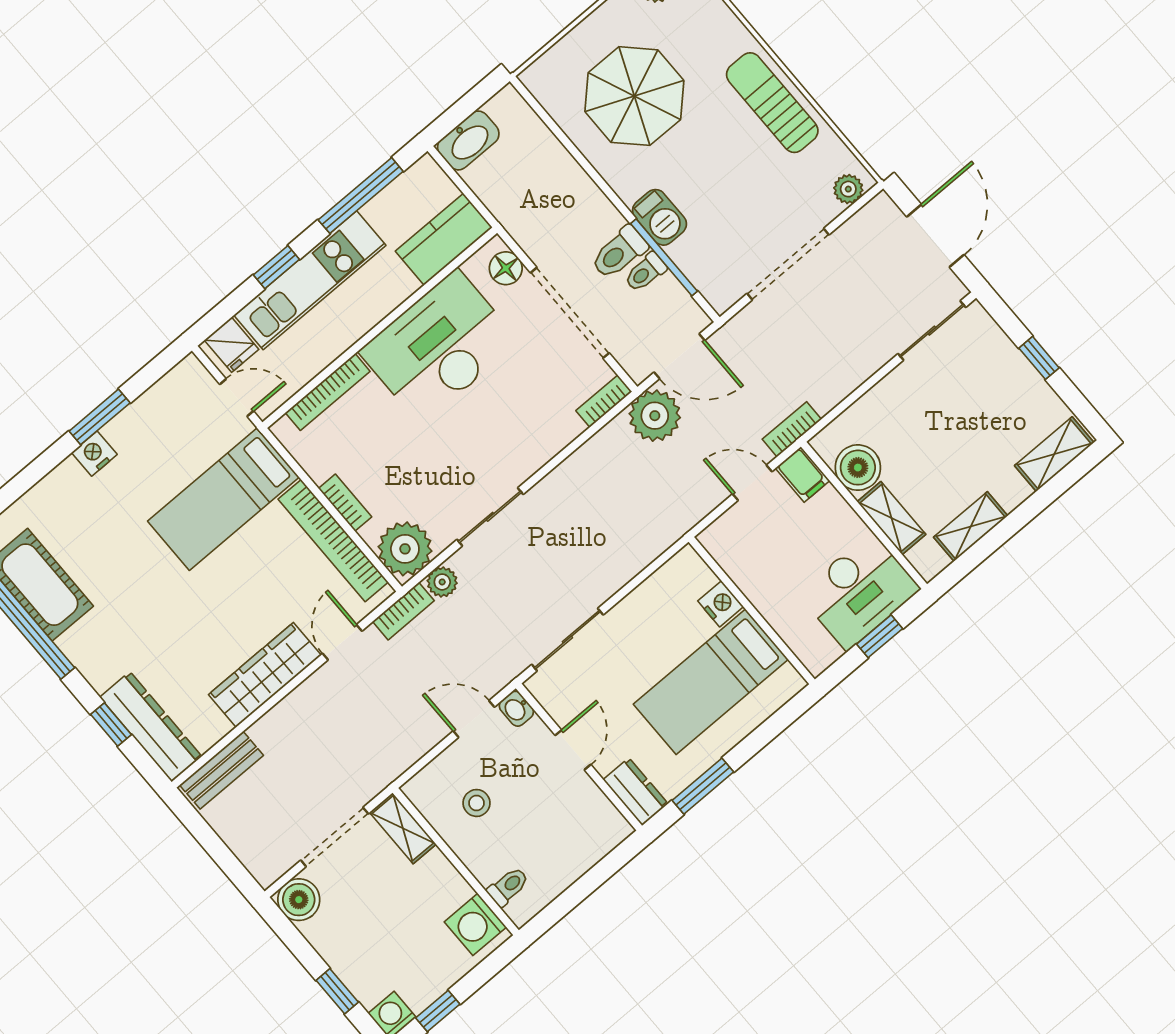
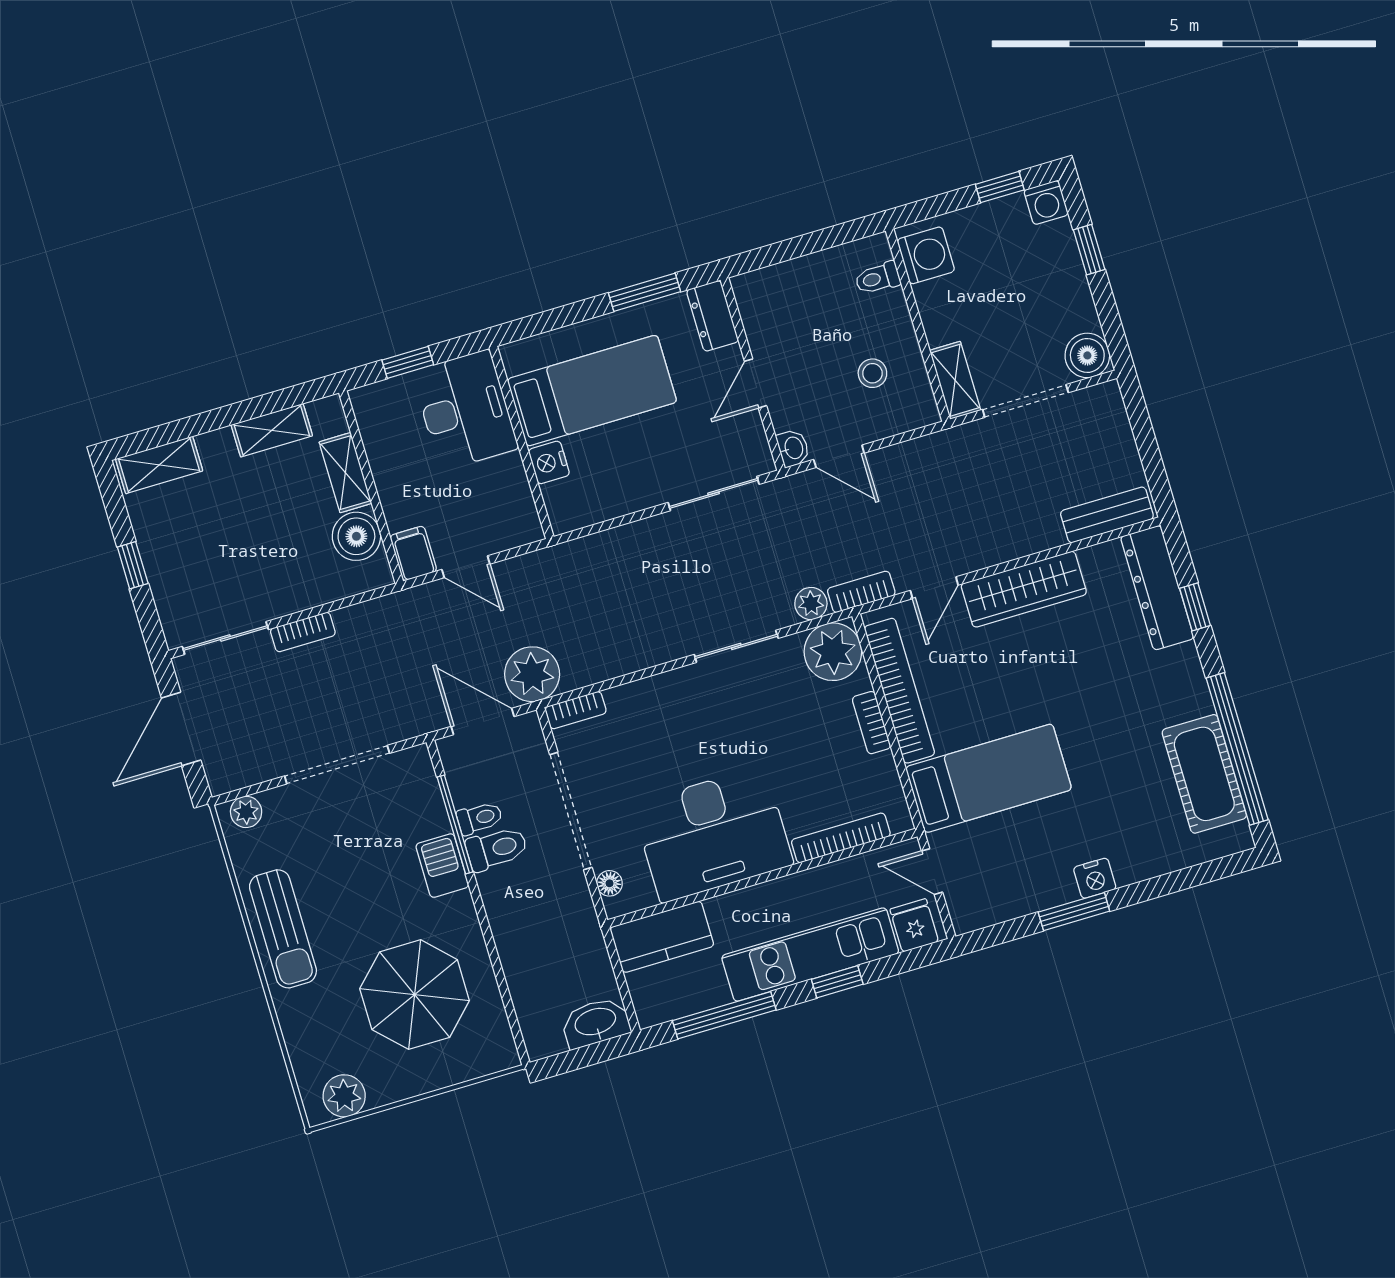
floor lamp: (506, 268) -> (609, 883), width x0.73, depth x0.73
bookcase: (792, 429) -> (303, 632), moved
desk: (859, 591) -> (465, 410), moved, turned 90

